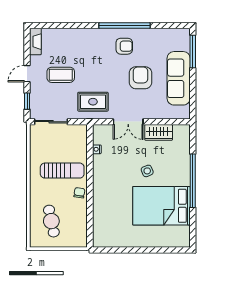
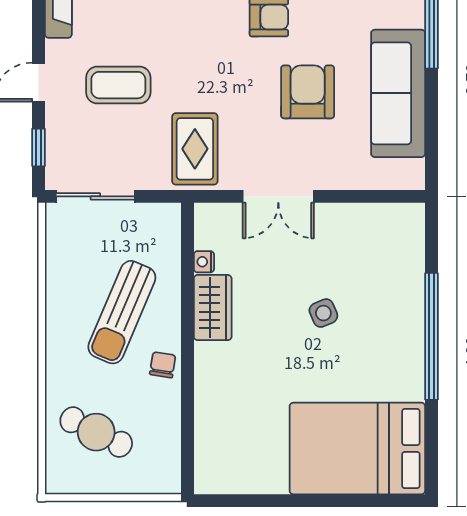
rug: (93, 102) -> (195, 149), turned 90
wardrobe: (159, 132) -> (213, 308), moved, turned -90
sun lounger: (62, 171) -> (122, 312), turned 113
bed: (161, 206) -> (357, 449), moved
cafe table: (51, 221) -> (96, 432), turned -51

